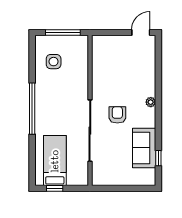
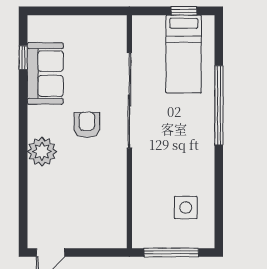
plant: (151, 102) -> (42, 151), width x1.88, depth x1.88
window: (32, 109) -> (219, 105), moved
armchair: (117, 115) -> (87, 125), turned 180

